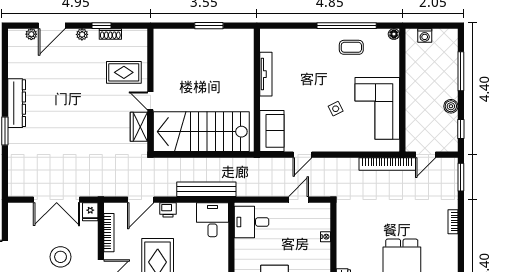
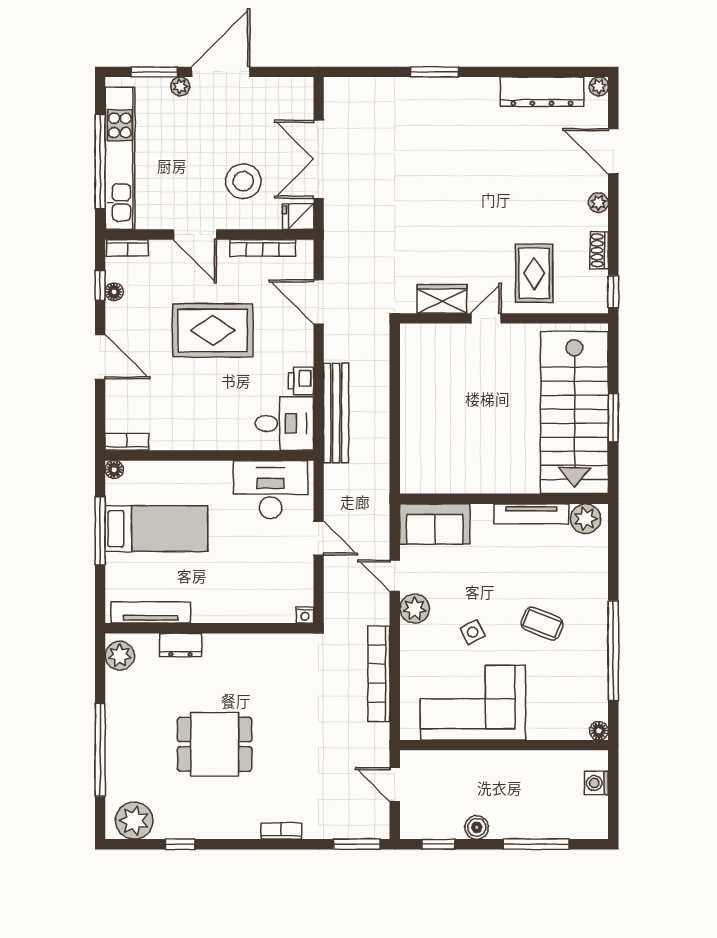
window: (102, 26) -> (613, 292), moved
plant: (31, 34) -> (599, 87), moved
plant: (269, 42) -> (585, 519), added
coffee table: (351, 47) -> (542, 624), moved, turned -68
dresser: (17, 103) -> (542, 92), moved
stairs: (201, 132) -> (574, 413), moved, turned 180
plant: (322, 143) -> (415, 609), added
bookcase: (387, 164) -> (379, 674), moved
door: (298, 200) -> (319, 538), moved
printer: (168, 210) -> (301, 381), moved
desk: (252, 222) -> (271, 490), width x1.37
nightstand: (326, 237) -> (305, 615), moved
stool: (61, 257) -> (243, 181), moved

